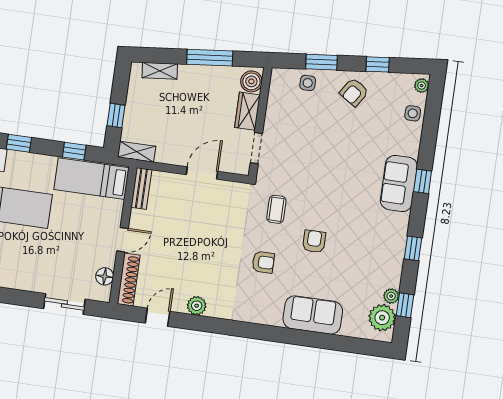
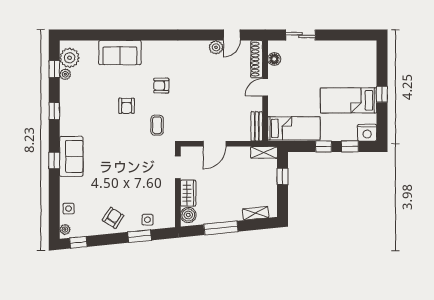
window: (378, 64) -> (78, 242), moved
window: (74, 151) -> (324, 146), moved
plant: (197, 306) -> (216, 47), moved

